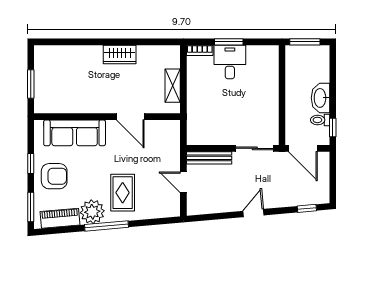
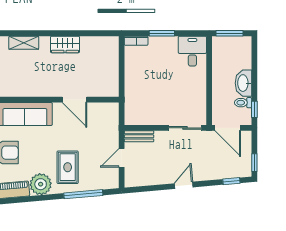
desk: (230, 62) -> (192, 51), moved
shelving: (173, 86) -> (24, 43), moved, turned 90
bench: (209, 158) -> (139, 136), width x0.73
door: (183, 182) -> (122, 158), hinge flipped
window: (333, 187) -> (254, 163), added
window: (107, 226) -> (83, 194), moved

